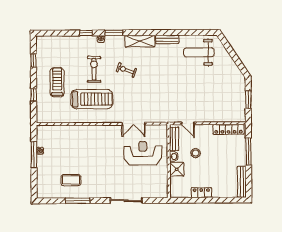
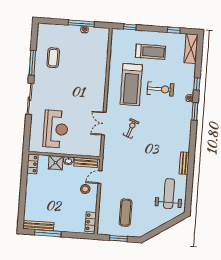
shelving: (140, 41) -> (191, 49), moved
exercise bike: (126, 70) -> (131, 128), moved
window: (34, 95) -> (130, 27), moved
exercise mat: (222, 95) -> (126, 213), added
locker: (228, 129) -> (91, 222), width x0.66
window: (248, 151) -> (48, 233), moved
reception desk: (143, 153) -> (56, 129), moved
stool: (196, 153) -> (85, 189), moved
locker: (201, 193) -> (32, 164), moved
sliding door: (126, 201) -> (30, 99), moved

